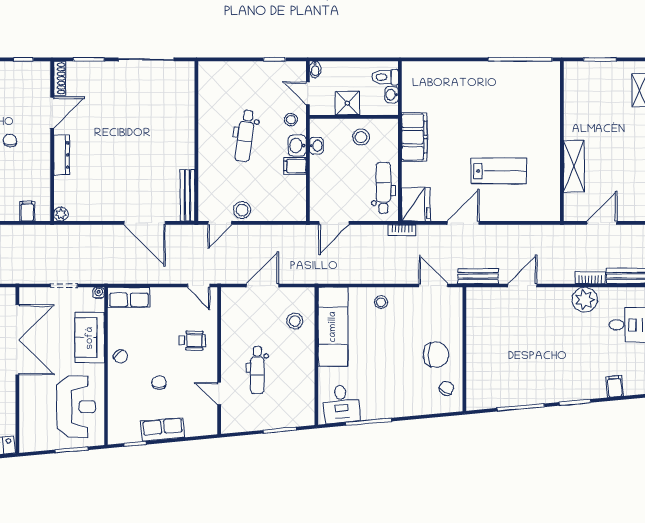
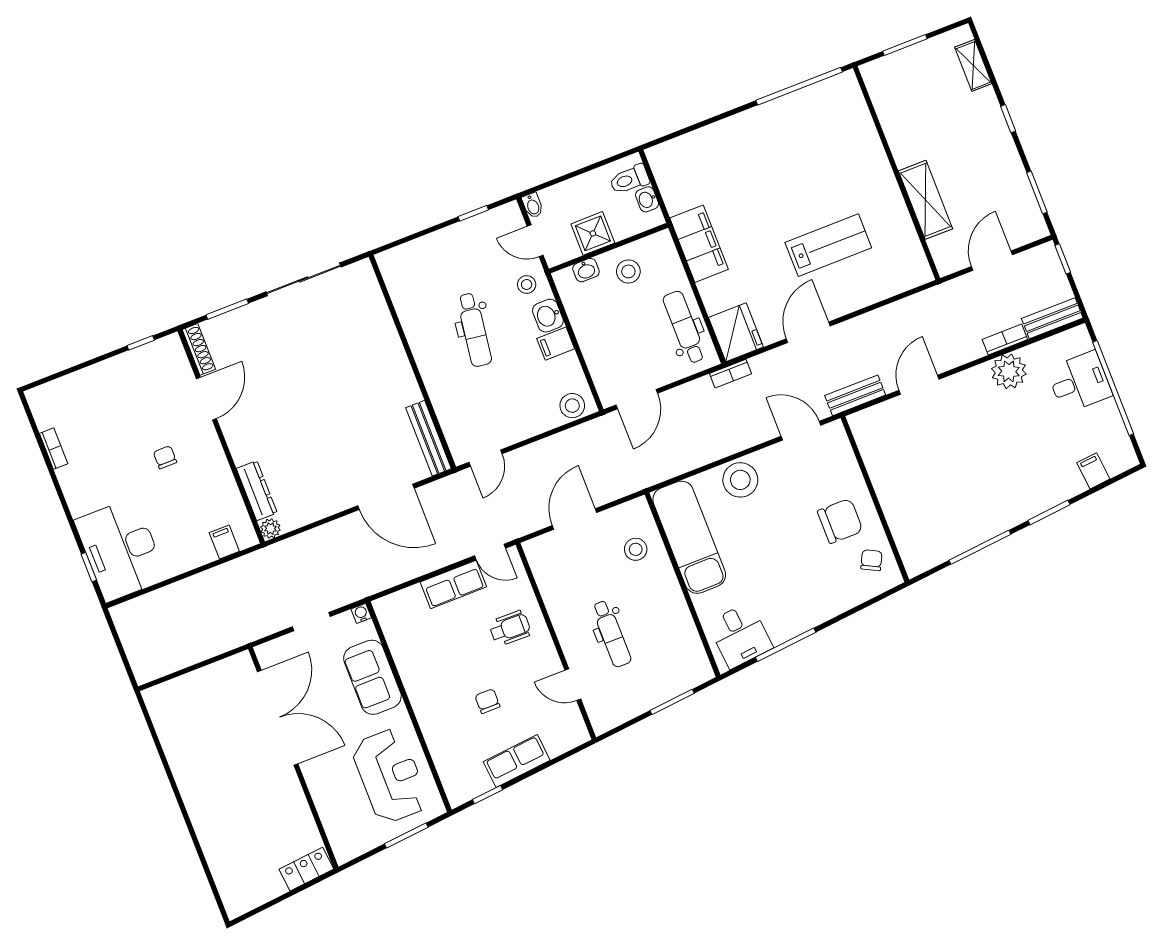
washbasin: (316, 146) -> (586, 270), moved, turned 90
dresser: (62, 155) -> (257, 491), moved
stool: (242, 210) -> (572, 406), moved
row of seats: (129, 297) -> (453, 584), moved
stool: (381, 302) -> (740, 480), width x1.89, depth x1.89
chair: (121, 356) -> (423, 686), removed

